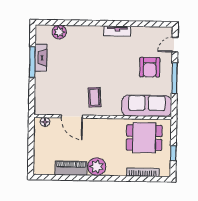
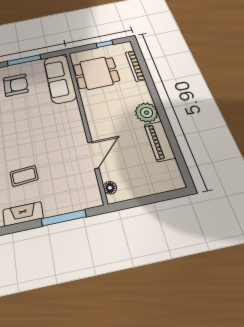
window: (32, 62) -> (64, 218), moved
coffee table: (94, 97) -> (24, 176), moved
dining table: (144, 138) -> (96, 73), turned 90

